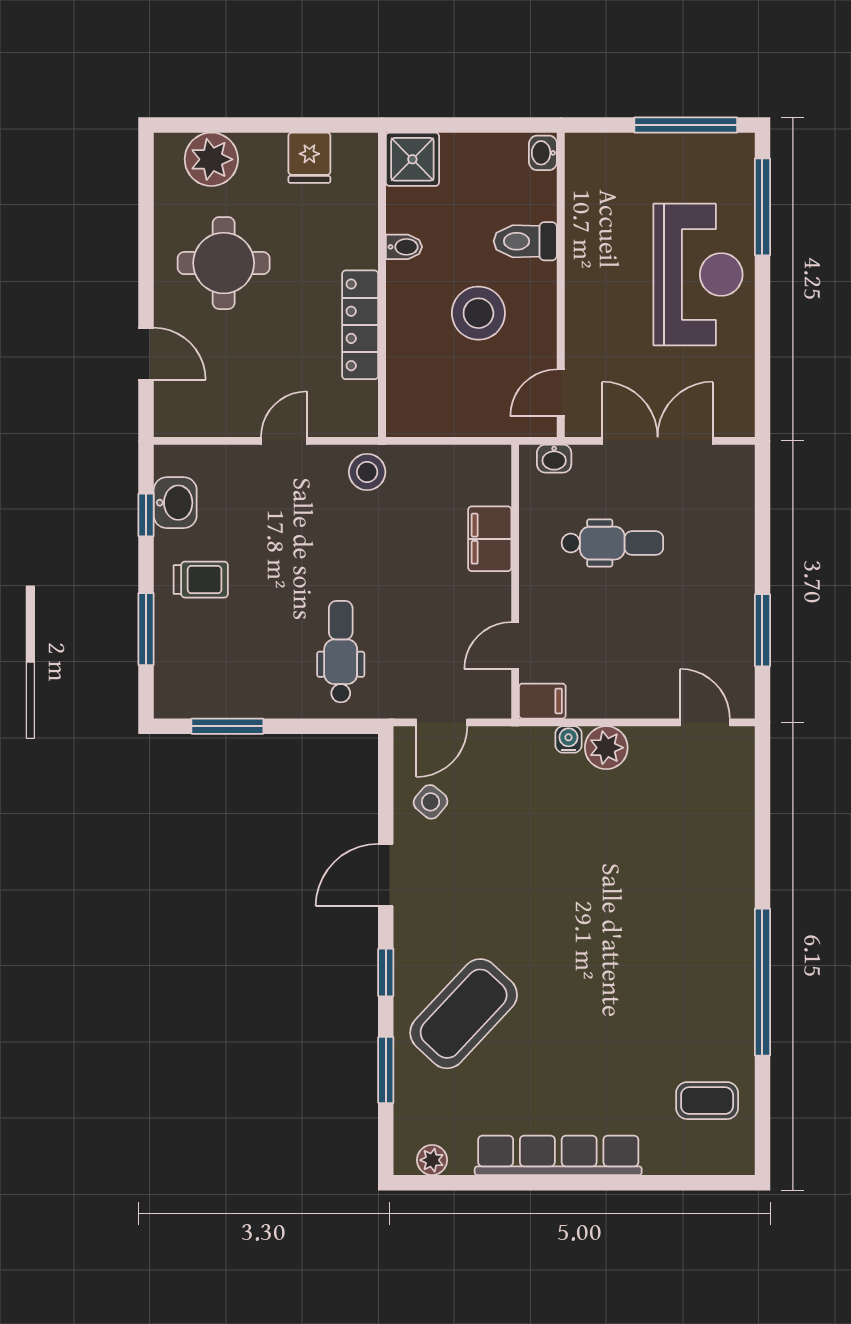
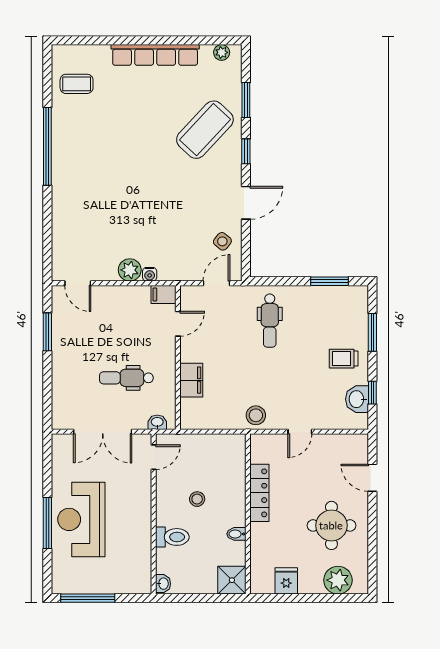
window: (762, 207) -> (47, 523), moved
stool: (478, 313) -> (197, 499), width x0.53, depth x0.53

